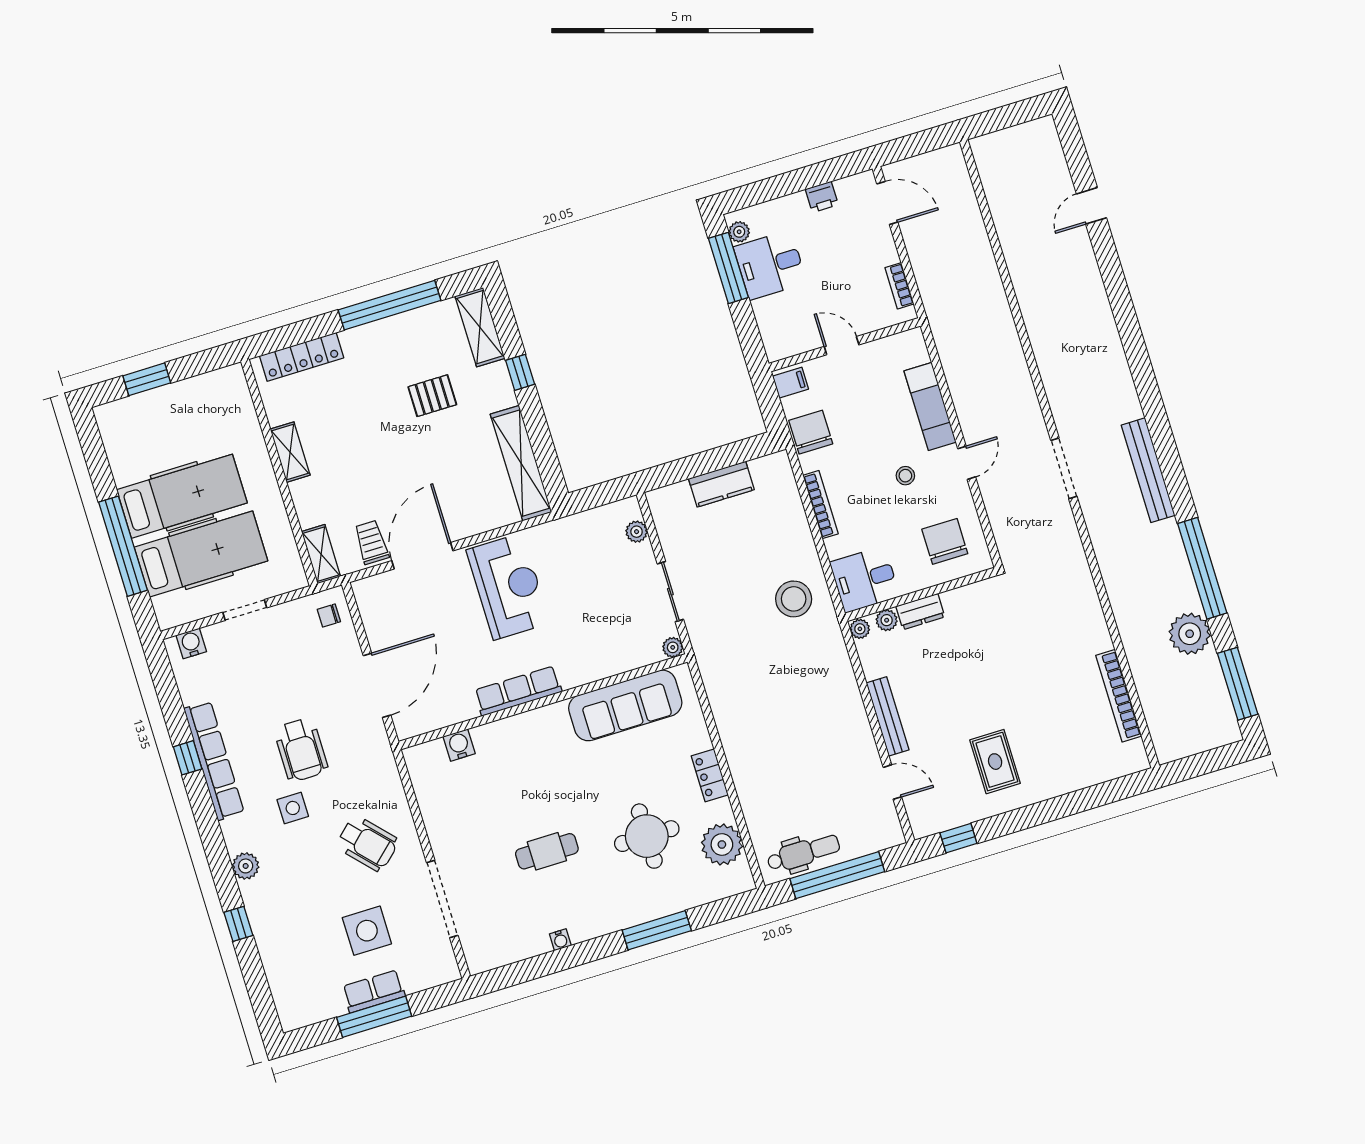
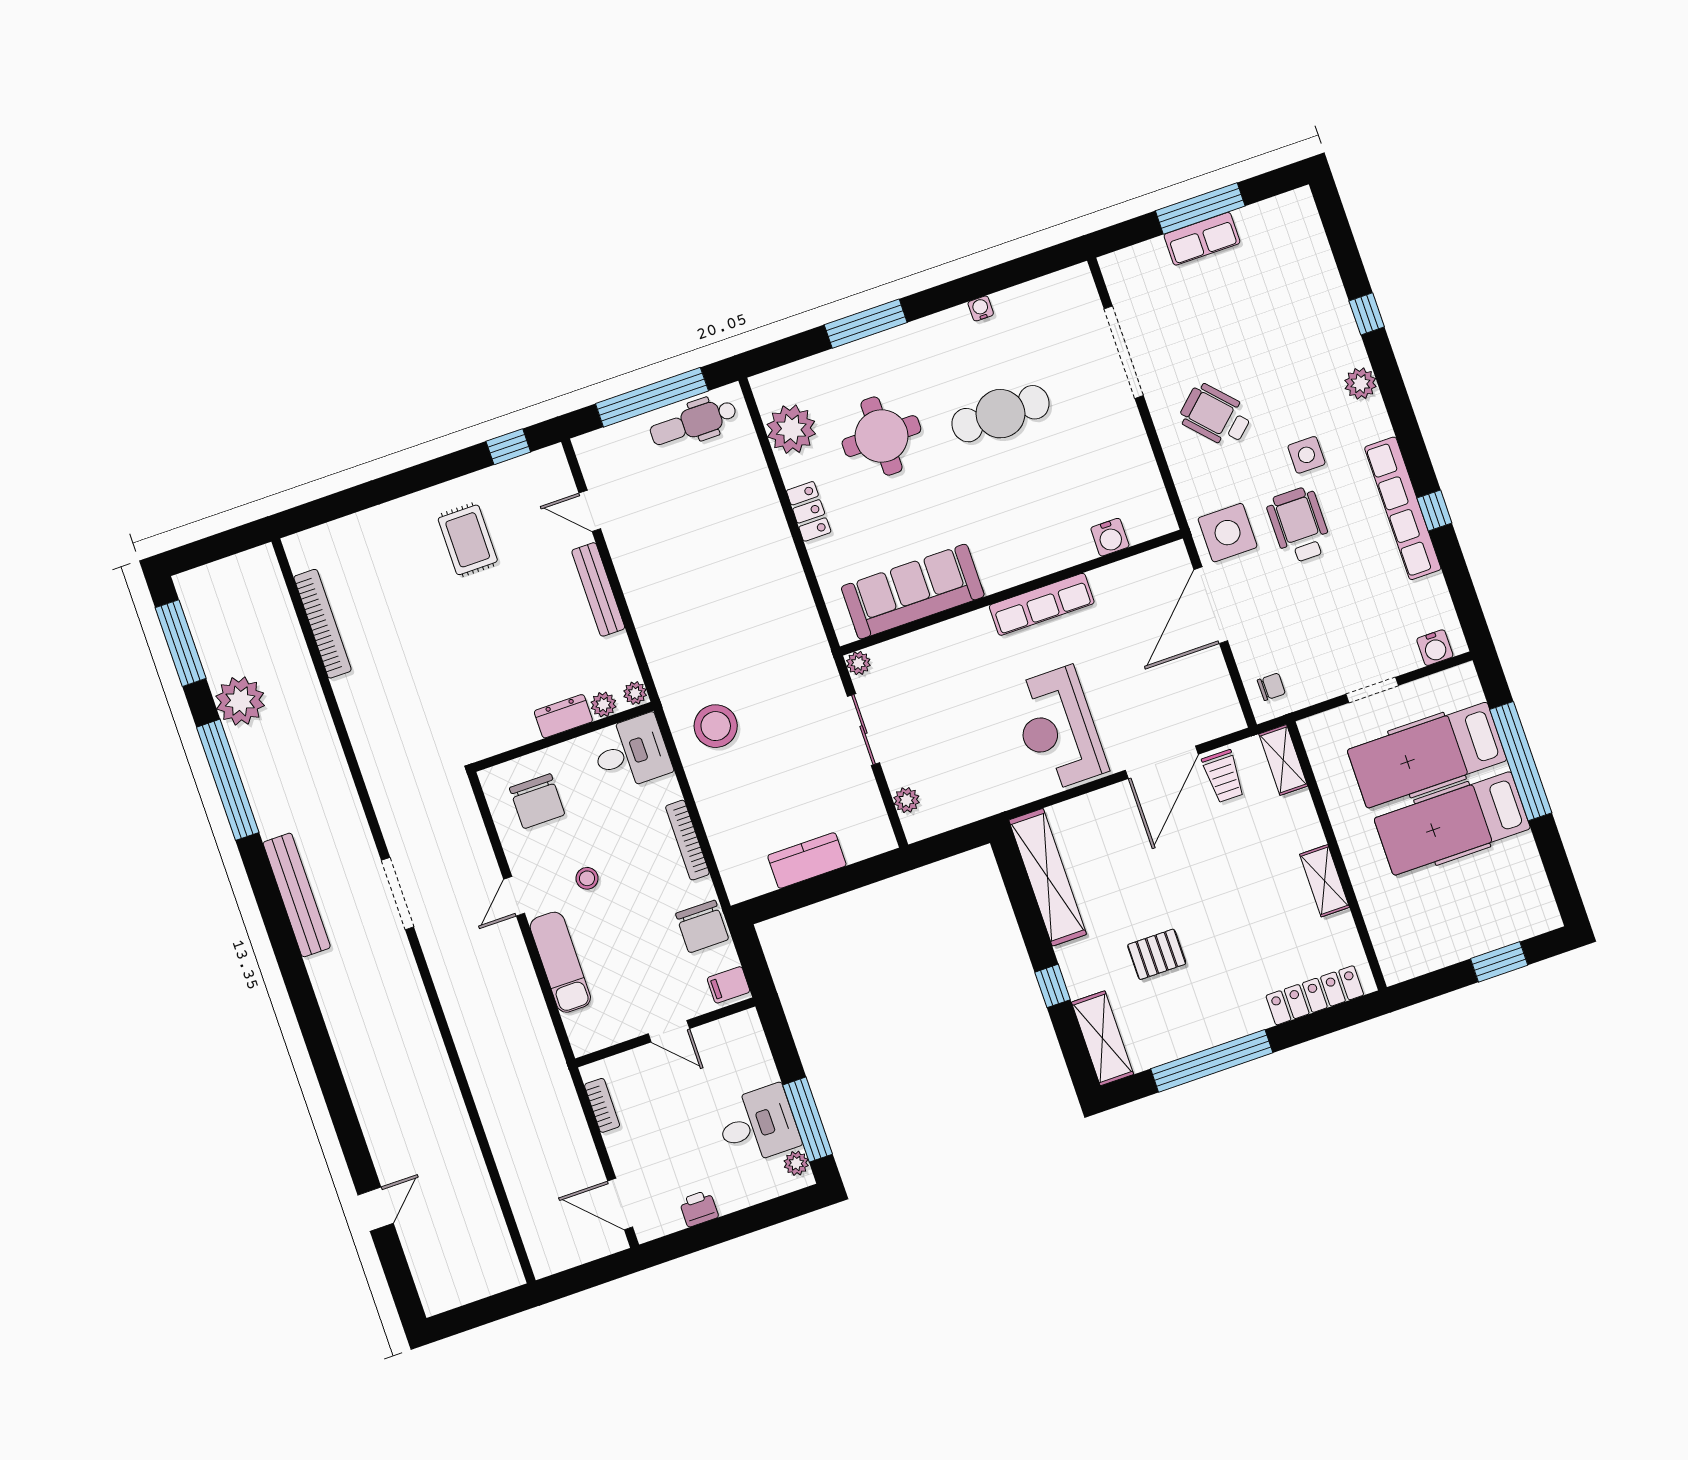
cafe table: (547, 851) -> (1000, 414), width x1.37, depth x1.35
side table: (367, 931) -> (1228, 533), moved

